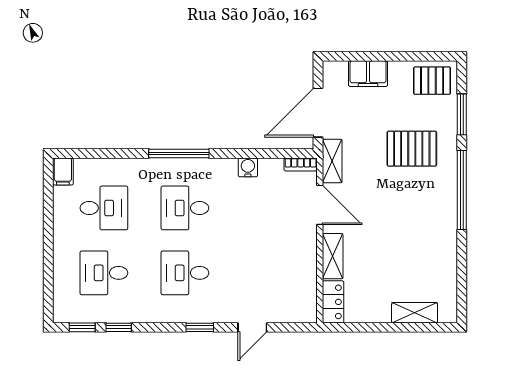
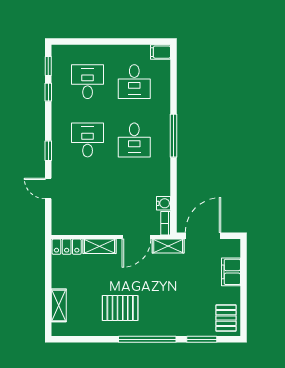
door: (318, 113) -> (203, 236), hinge flipped
pallet: (412, 149) -> (120, 308), moved, turned 90
water cooler: (248, 167) -> (164, 203), moved
desk: (185, 208) -> (134, 140), turned 180

